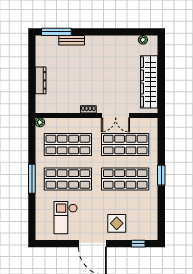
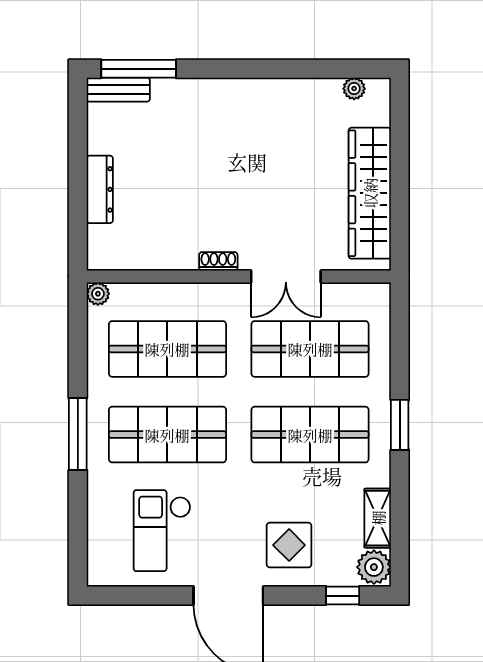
bench: (72, 40) -> (118, 90), moved
shelving: (152, 213) -> (378, 518), added
plant: (151, 232) -> (374, 567), added

